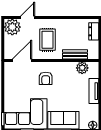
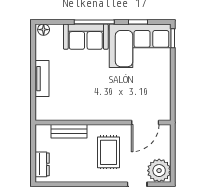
plant: (82, 68) -> (59, 112), removed
armchair: (46, 78) -> (111, 97), removed

